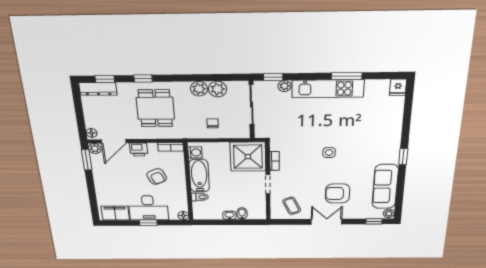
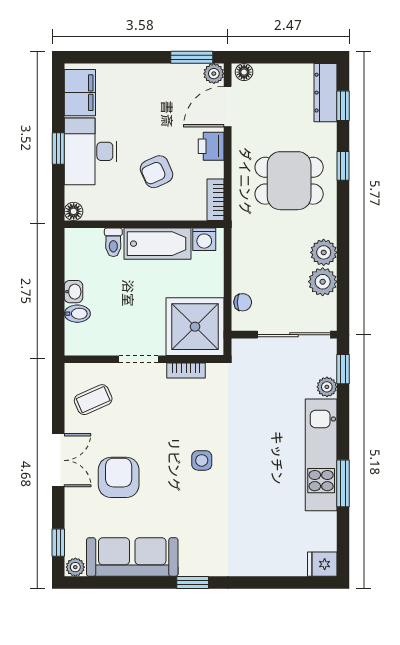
chair: (213, 123) -> (243, 302), moved
door: (114, 141) -> (228, 107), hinge flipped

